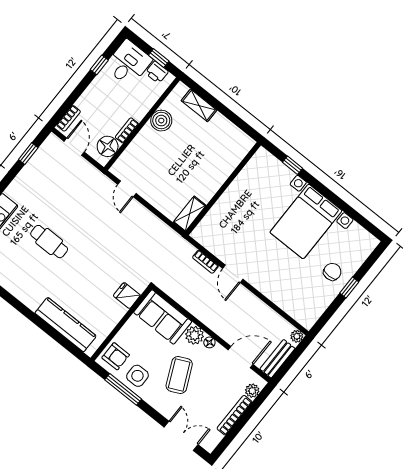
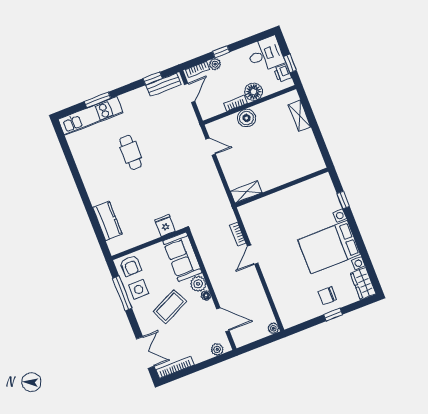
window: (99, 65) -> (221, 52), moved
plant: (83, 103) -> (215, 64), added
boiler: (161, 121) -> (247, 118), moved
floor lamp: (108, 146) -> (254, 92), moved
door: (127, 189) -> (211, 147), swing flipped
wardrobe: (362, 238) -> (363, 284), added
chair: (332, 272) -> (327, 296), turned 180
kitchen counter: (66, 325) -> (107, 221), width x0.67
bench: (277, 359) -> (163, 85), moved
bookcase: (234, 415) -> (175, 367), moved

